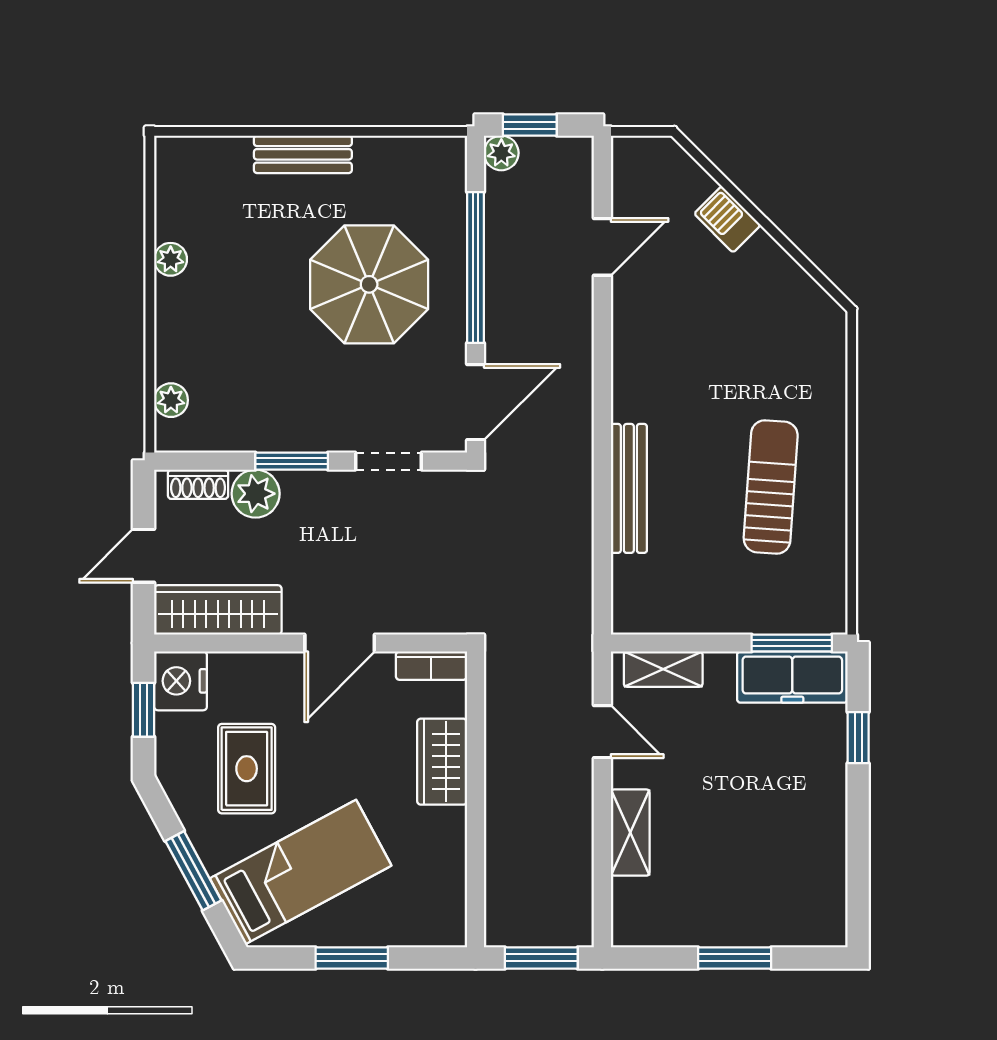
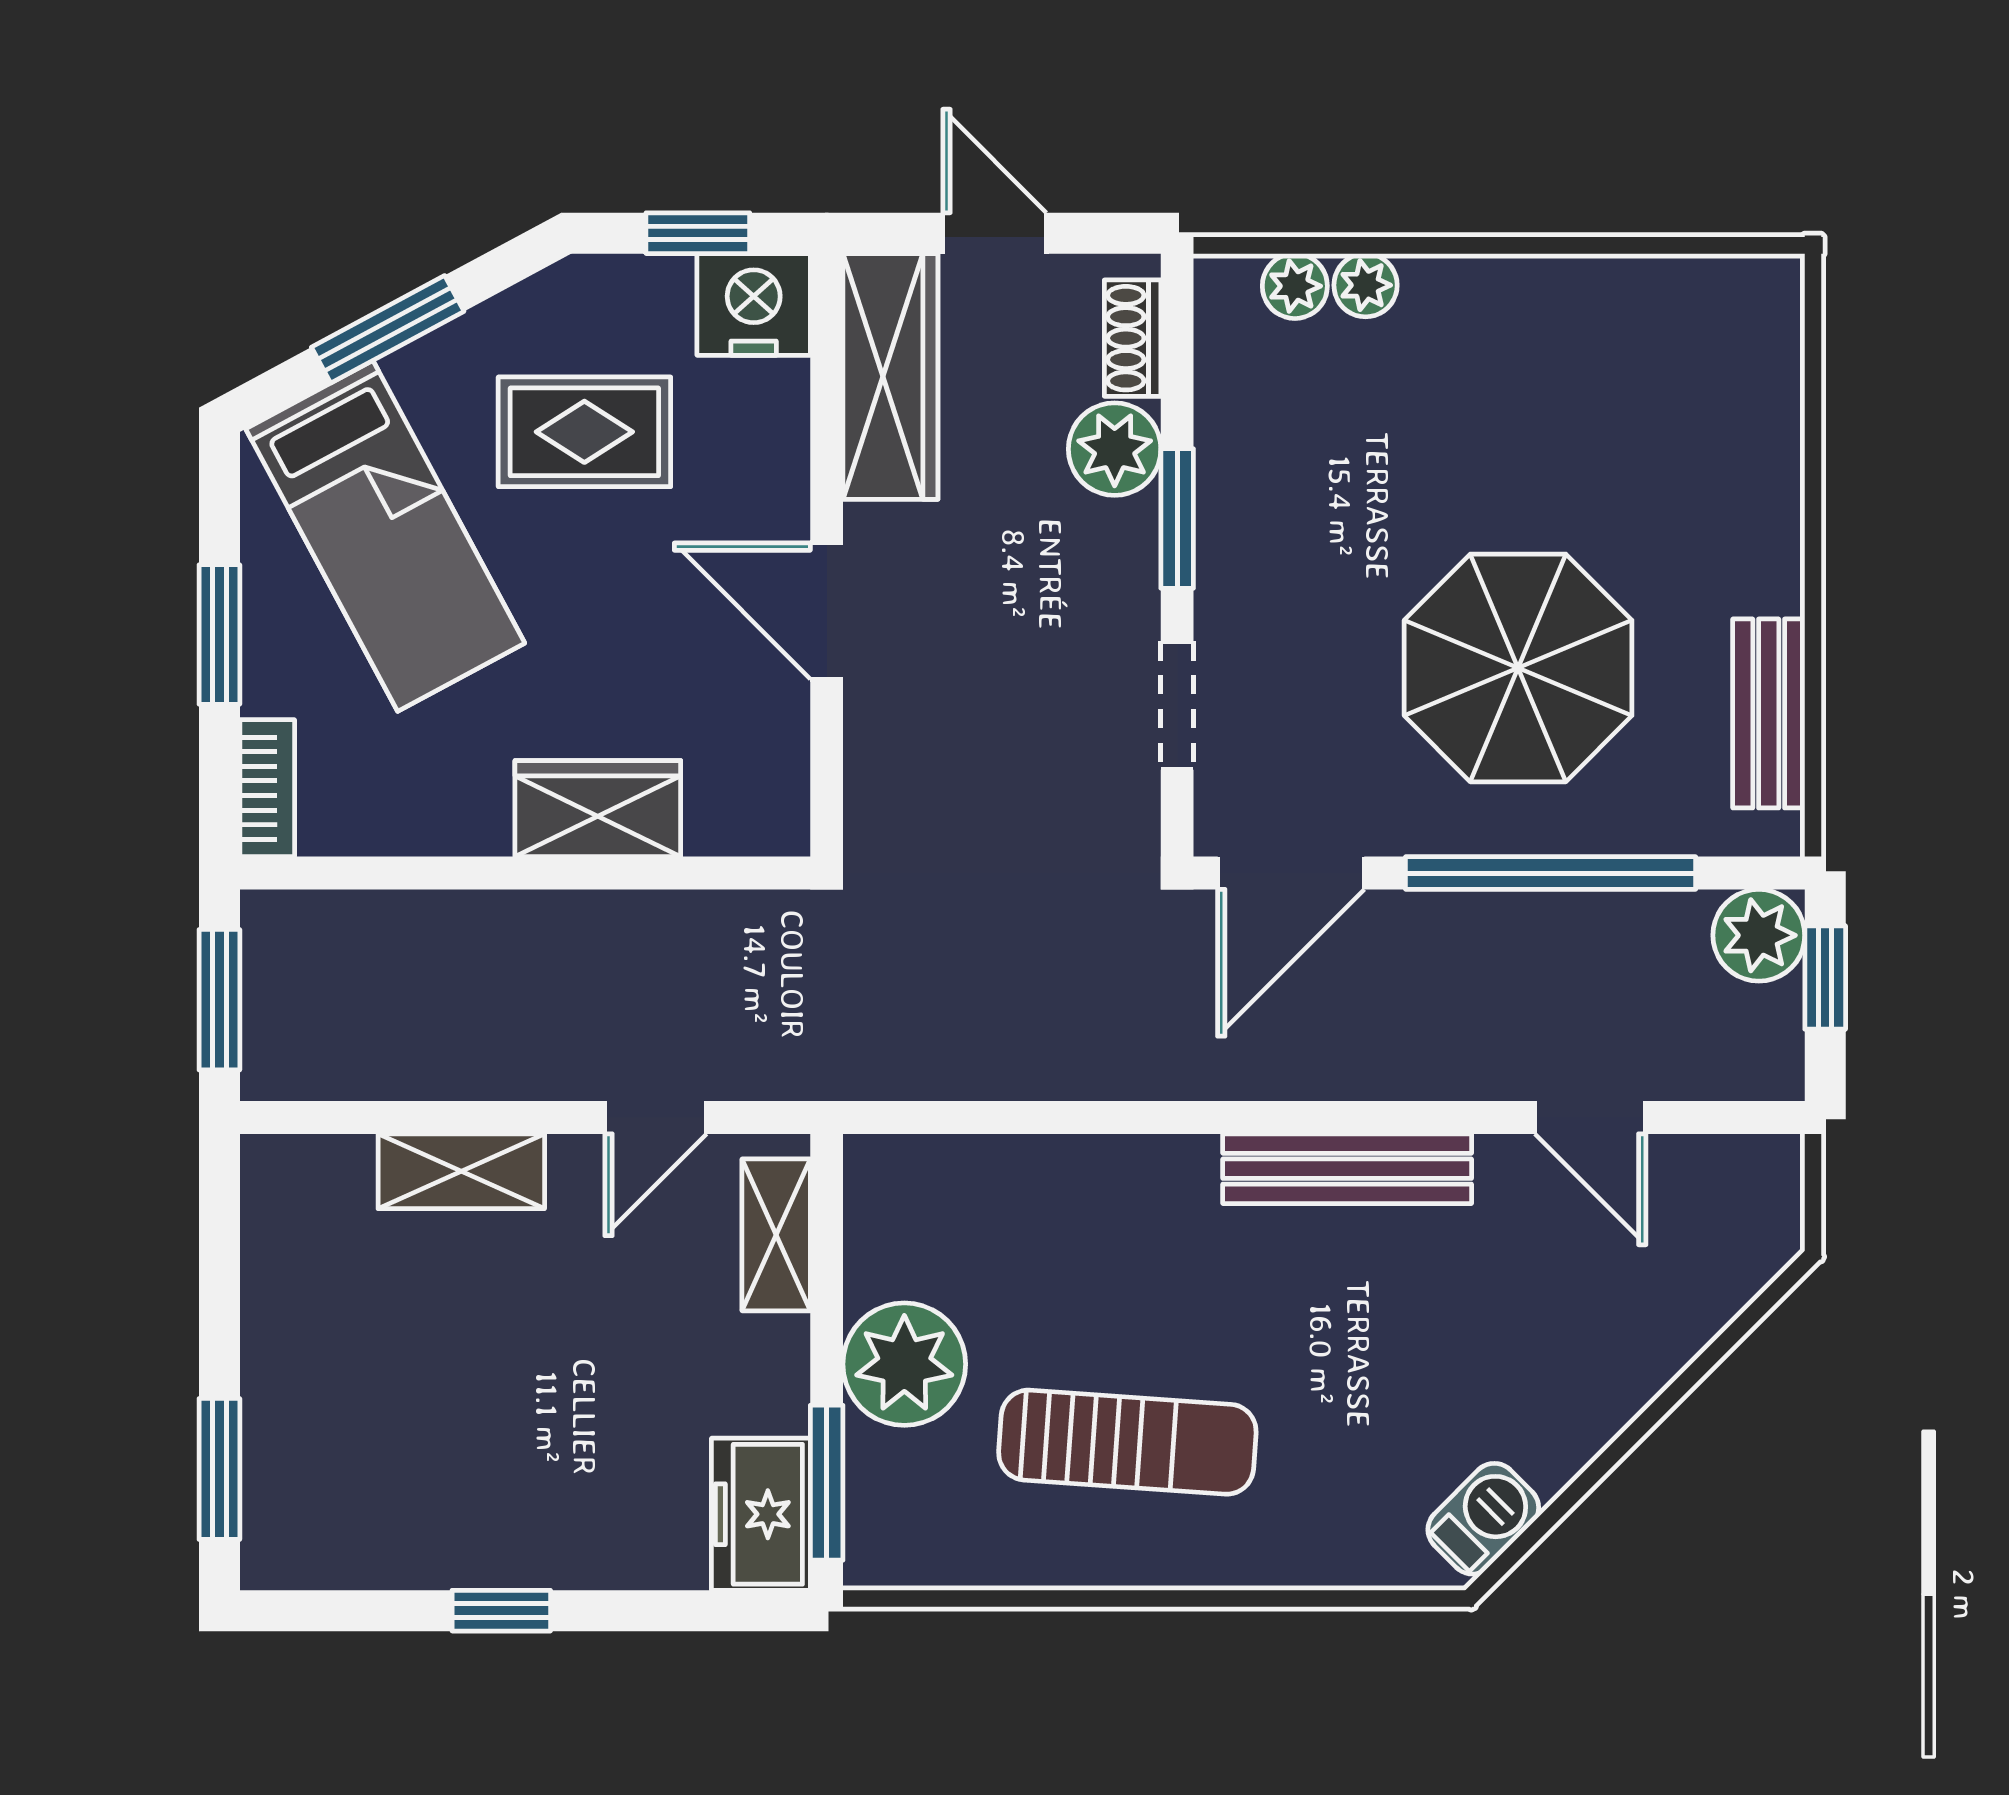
plant: (501, 153) -> (1759, 935), width x1.38, depth x1.38
bench: (303, 154) -> (1769, 713), moved
barbecue: (727, 219) -> (1483, 1519), moved
plant: (171, 259) -> (1366, 285), moved
door: (475, 402) -> (1291, 873), hinge flipped
bench: (629, 488) -> (1347, 1169), moved
plant: (730, 603) -> (904, 1364), added
bookcase: (431, 666) -> (267, 788), moved, turned 180
freezer: (792, 677) -> (761, 1514), width x0.71
window: (858, 738) -> (501, 1611), moved
window: (735, 958) -> (219, 1469), moved

